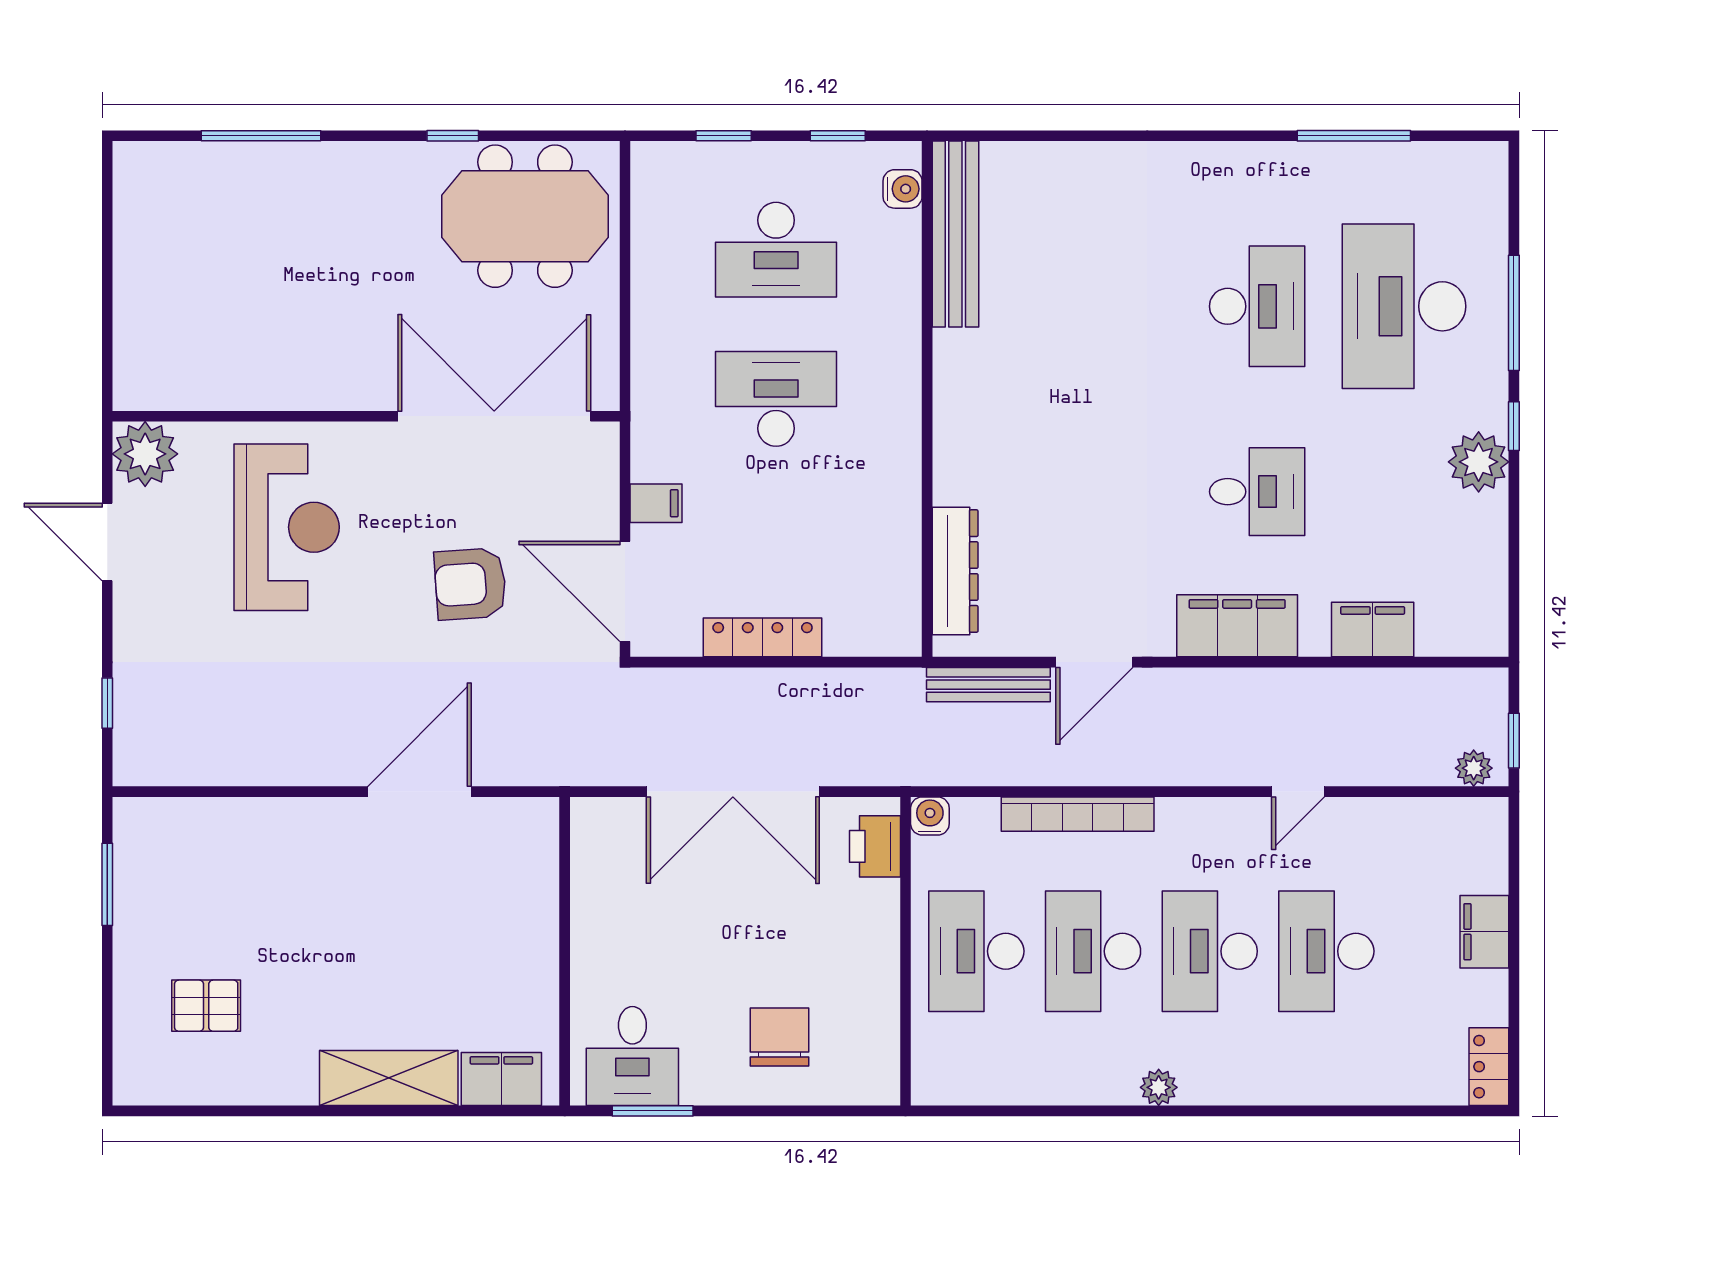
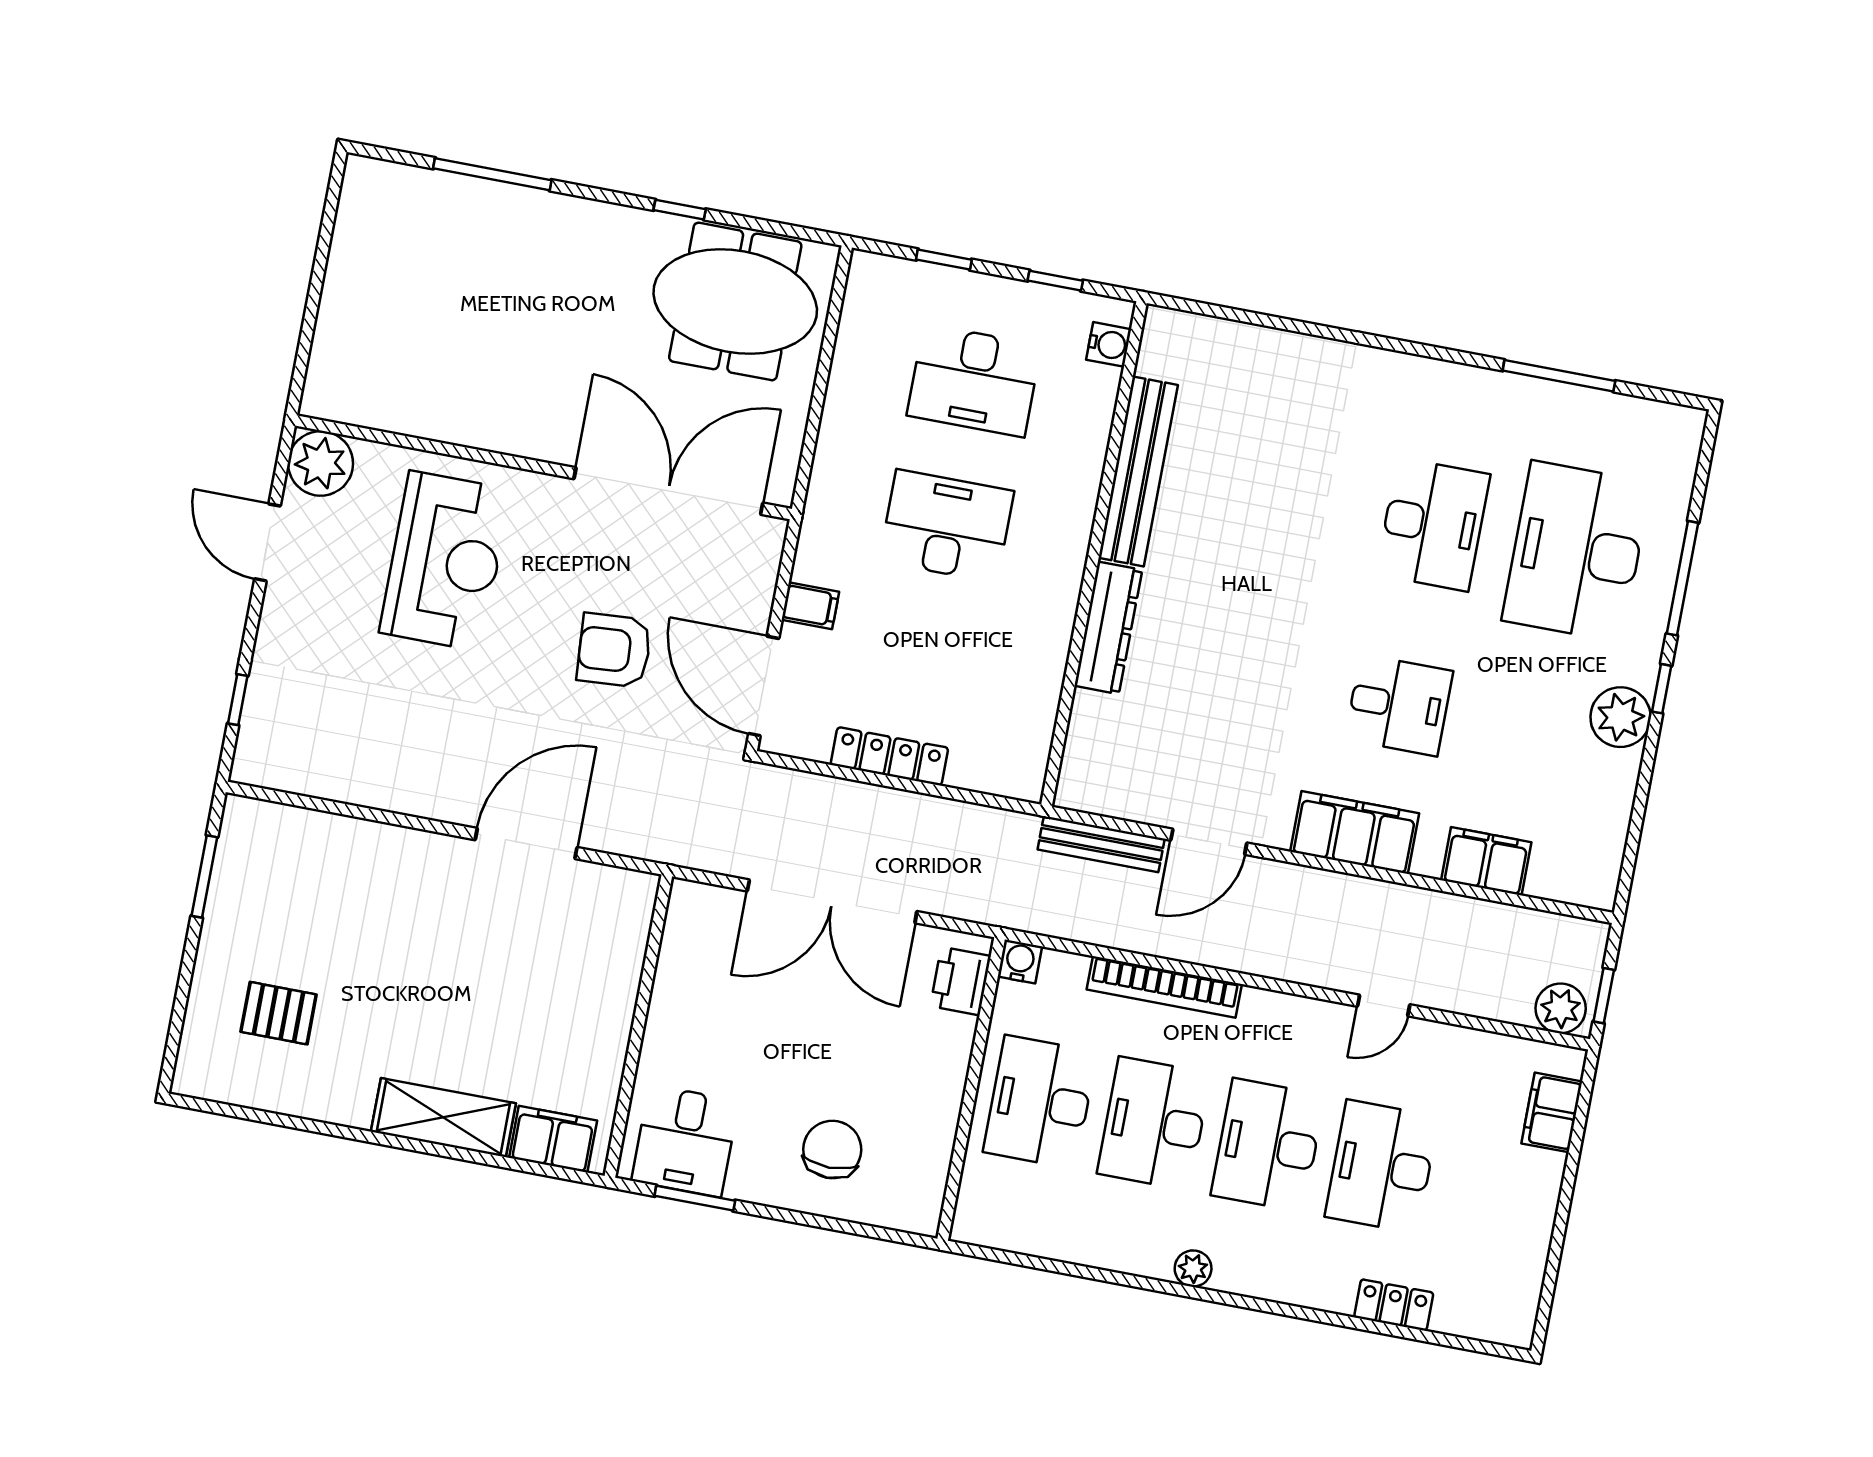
bench: (955, 234) -> (1138, 471), moved
dresser: (955, 571) -> (1108, 628), moved
plant: (1474, 768) -> (1561, 1008), width x1.38, depth x1.38
filing cabinet: (1484, 932) -> (1552, 1112), moved
locker: (1489, 1067) -> (1394, 1305), moved, turned 90

